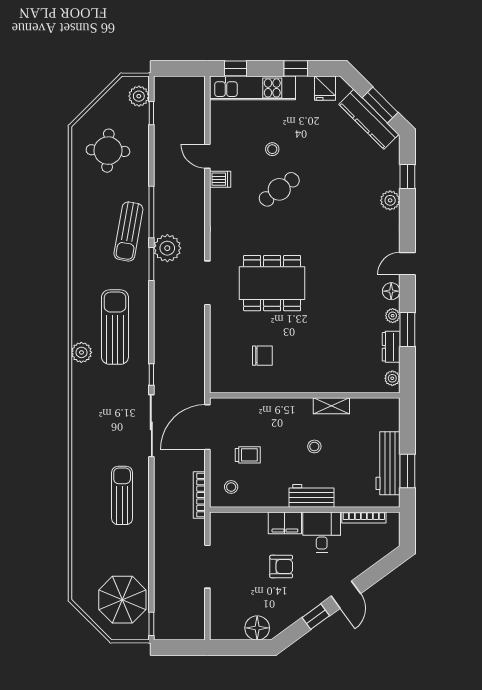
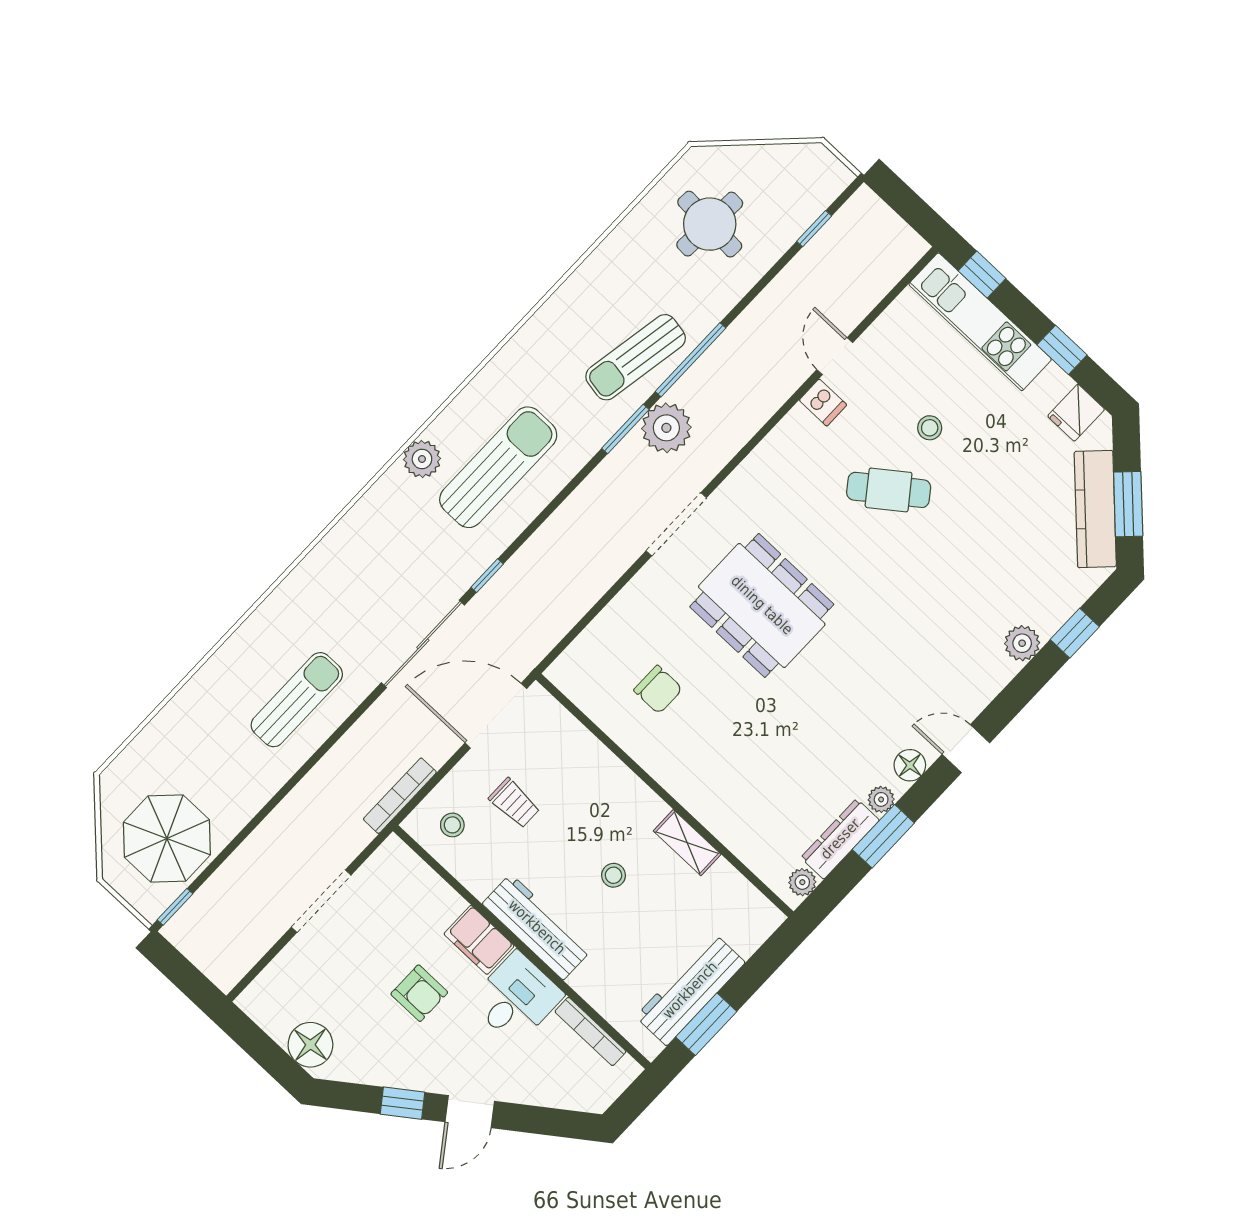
plant: (139, 96) -> (819, 190), removed
dresser: (391, 347) -> (840, 839), width x1.44
workbench: (312, 496) -> (537, 927), width x1.38

